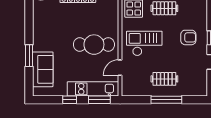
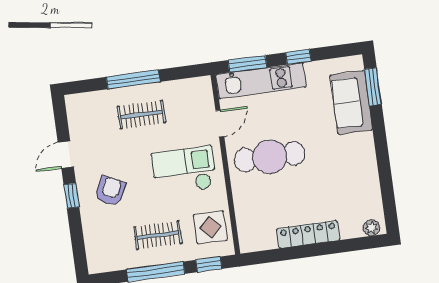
armchair: (188, 37) -> (110, 191), turned 116
checkout: (144, 43) -> (184, 170), turned 180
window: (29, 56) -> (373, 87), moved

